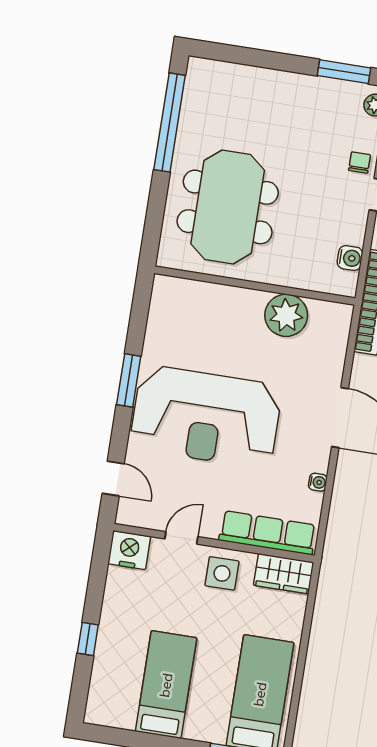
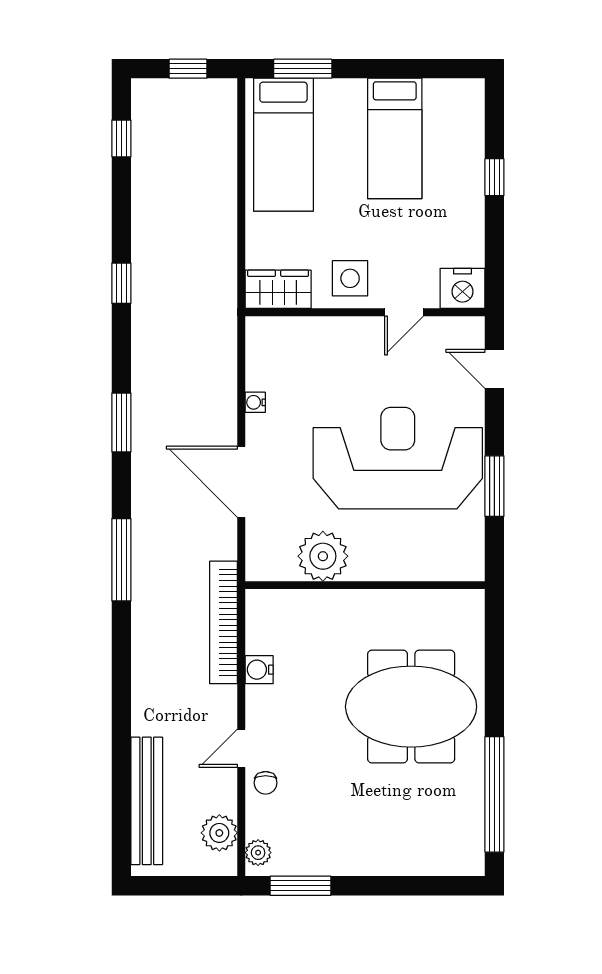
meeting table: (228, 207) -> (411, 707), turned 90
wall: (255, 286) -> (365, 585), moved
plant: (286, 315) -> (323, 556), moved
row of seats: (268, 533) -> (304, 334), removed

